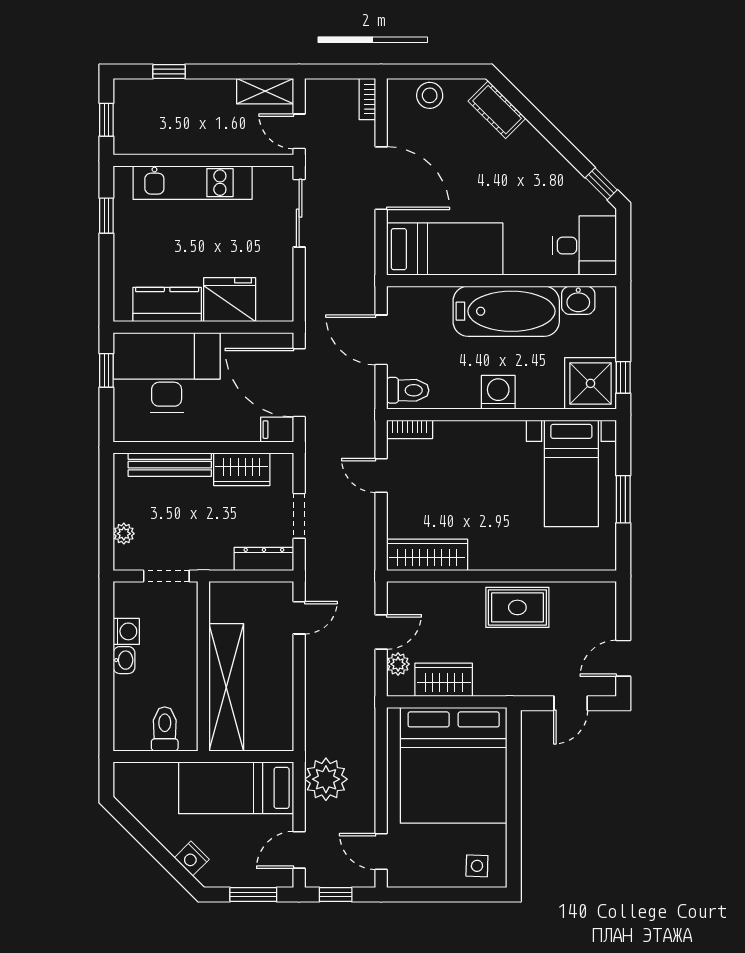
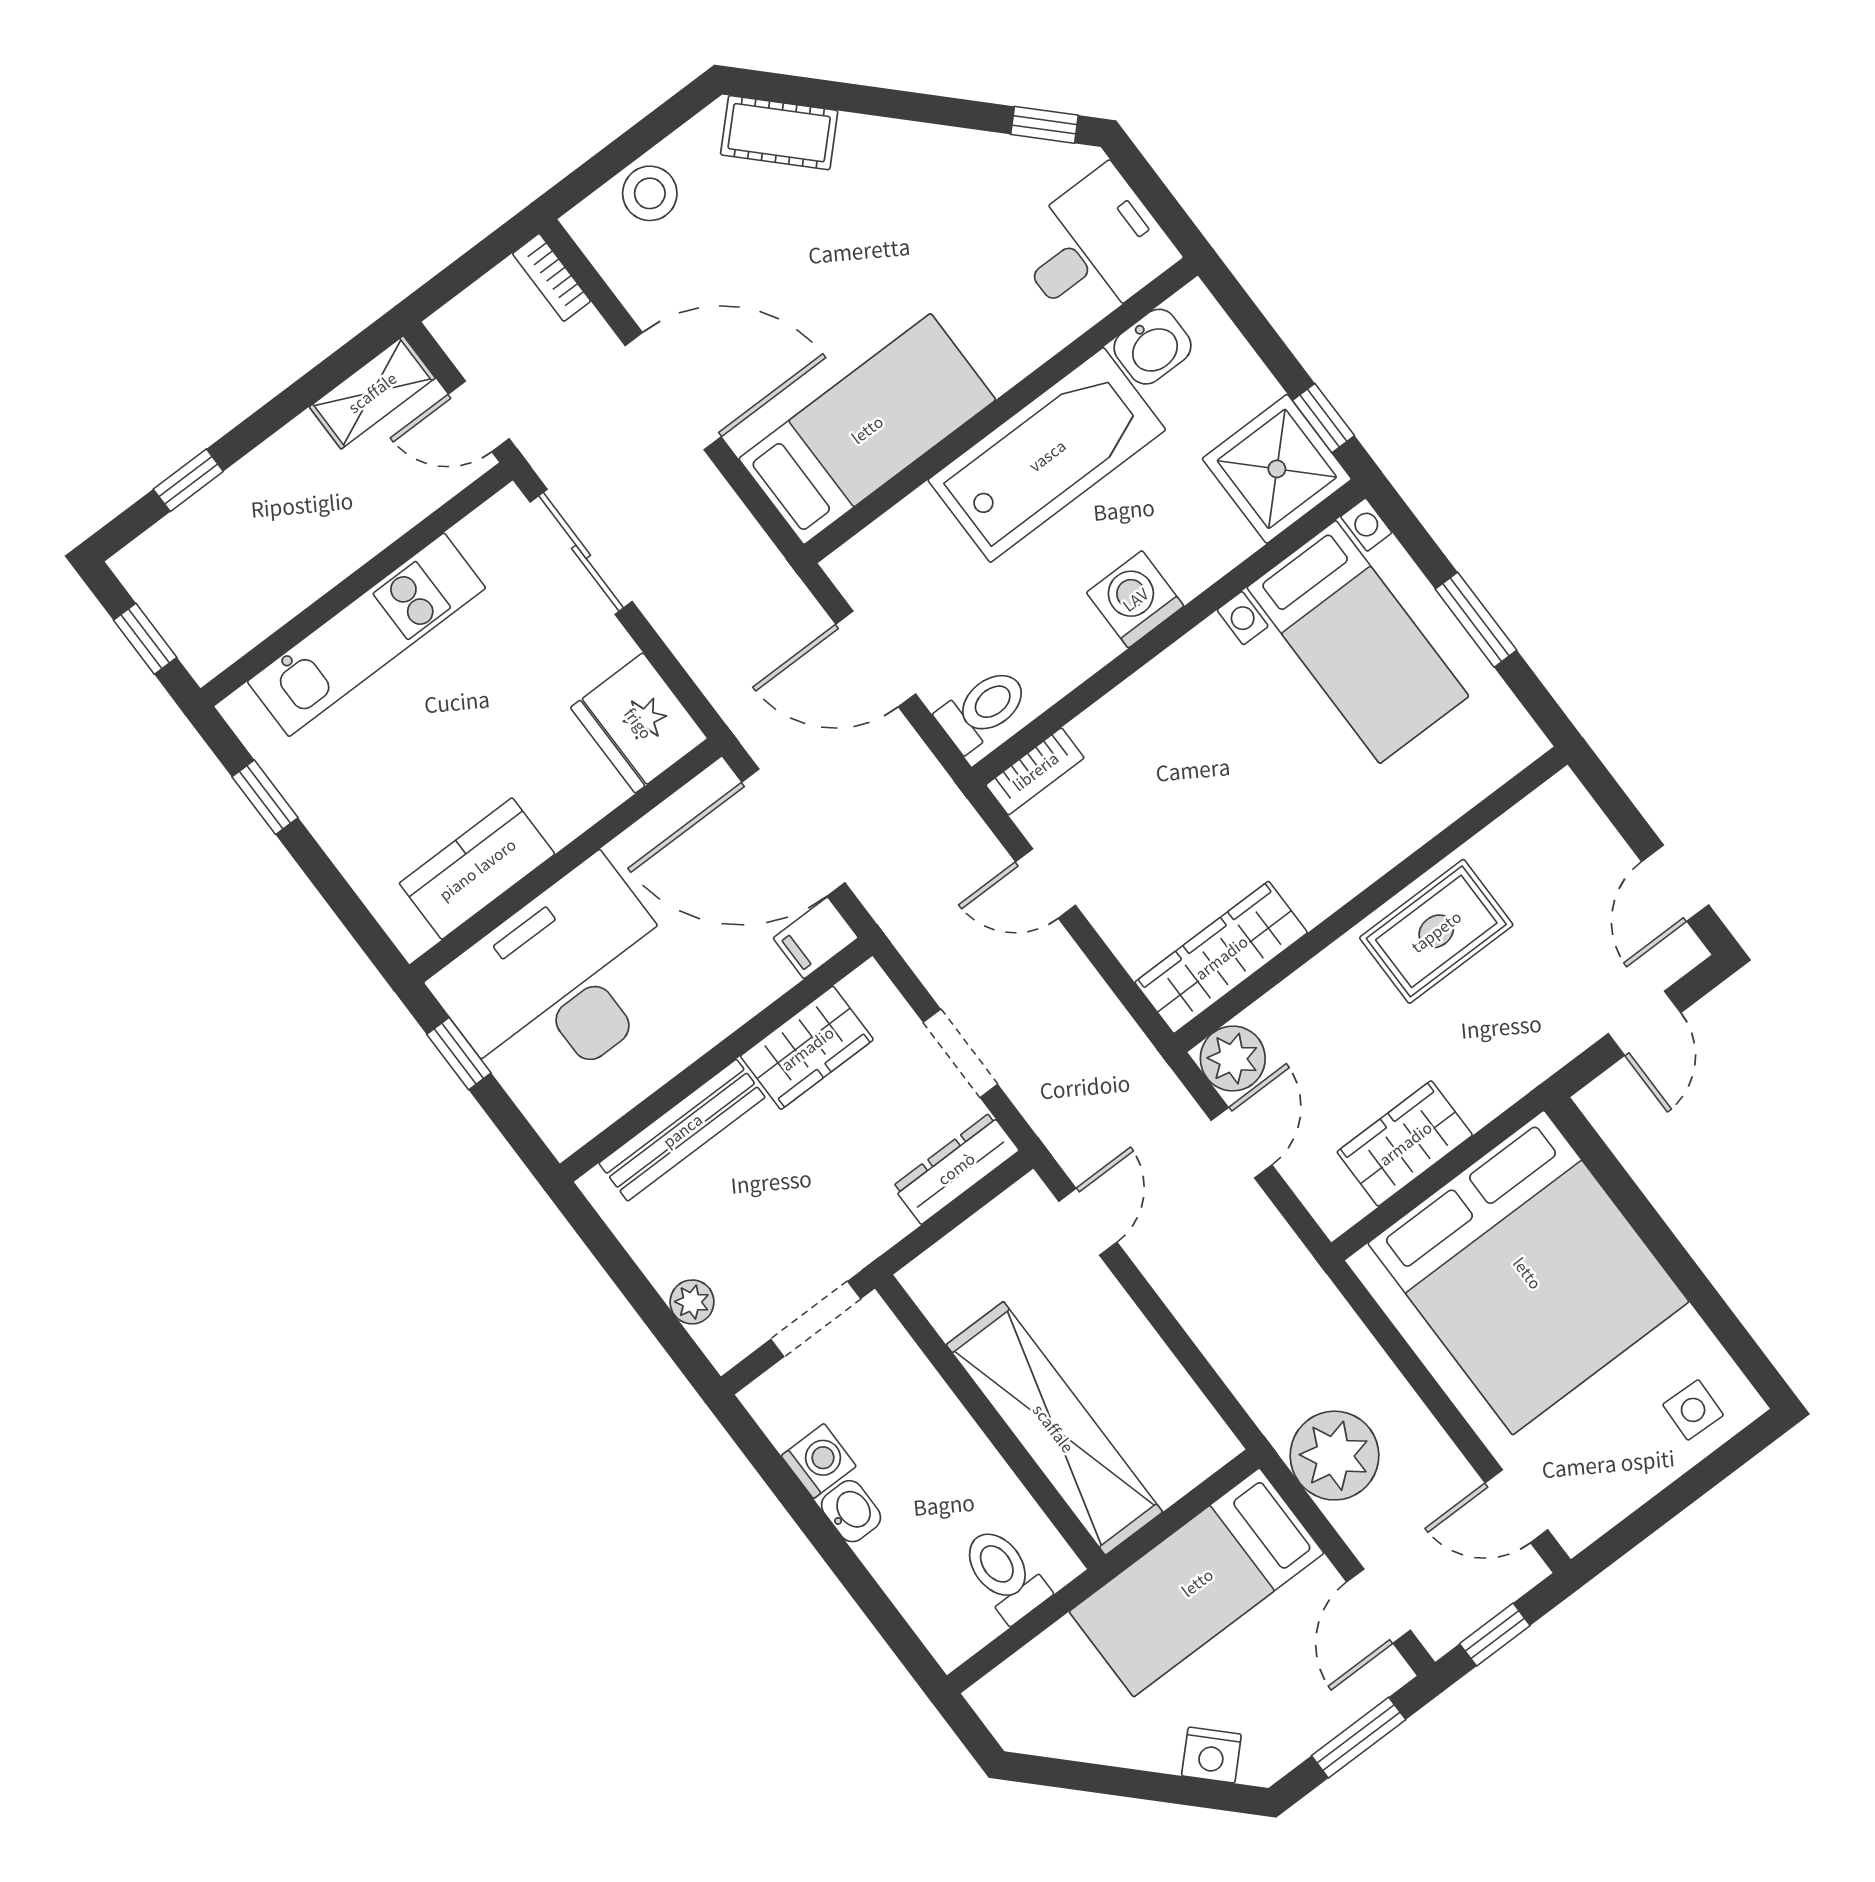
fridge: (230, 300) -> (639, 723), moved, turned -90
plant: (398, 664) -> (1233, 1058), moved, width x1.38, depth x1.38

